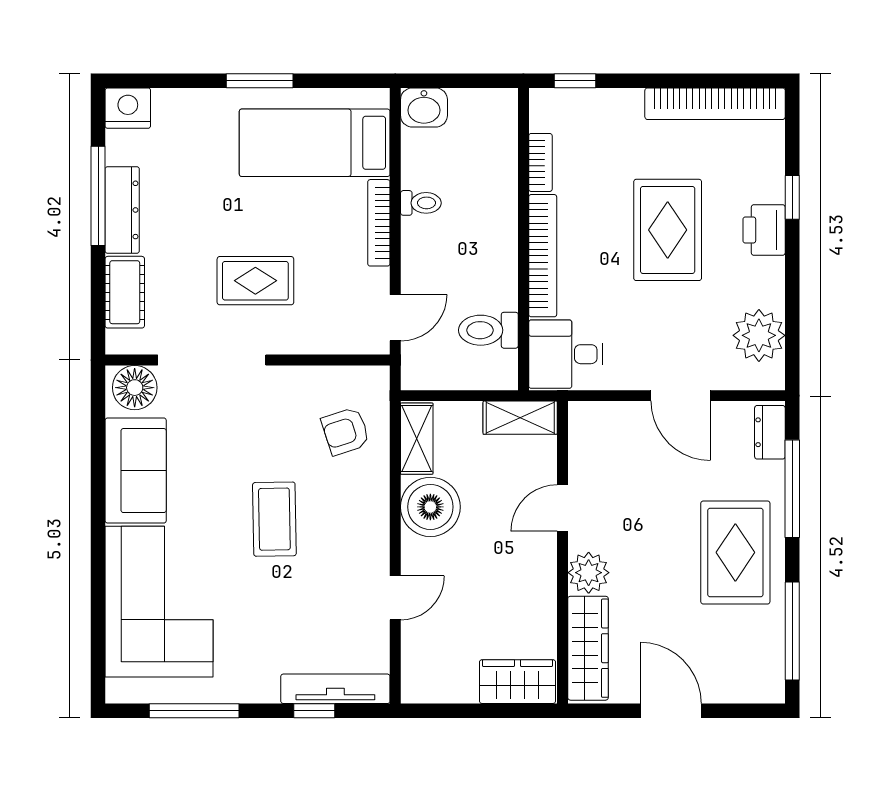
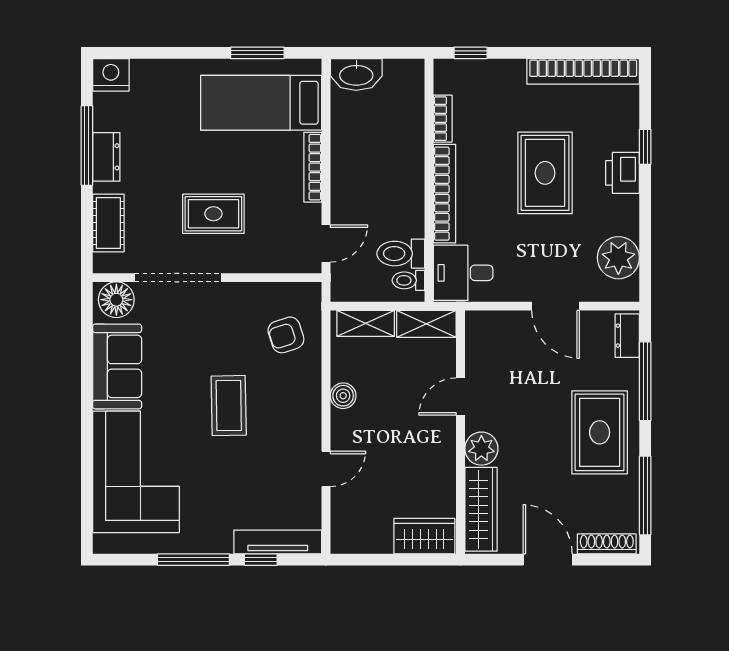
window: (260, 81) -> (257, 53), moved
washbasin: (424, 108) -> (356, 74), width x1.38
toilet: (421, 203) -> (408, 280), moved, turned 180
dresser: (122, 210) -> (106, 157), width x0.70
shelving: (417, 439) -> (366, 323), moved, turned 90
boiler: (430, 507) -> (343, 396), width x0.54, depth x0.54
shoe rack: (744, 691) -> (607, 544), added
window: (194, 711) -> (193, 560), moved

